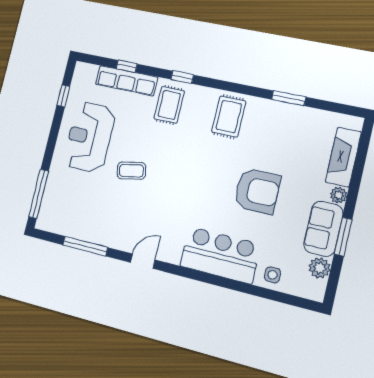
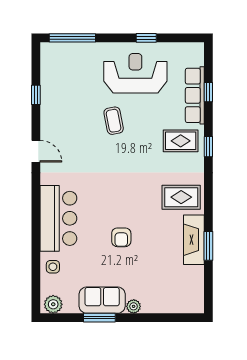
window: (63, 96) -> (146, 38), moved
fireplace: (343, 157) -> (194, 240), moved, turned -90
armchair: (257, 191) -> (121, 237), width x0.53, depth x0.53
window: (85, 246) -> (36, 95), width x0.46
plant: (320, 268) -> (53, 304), moved

